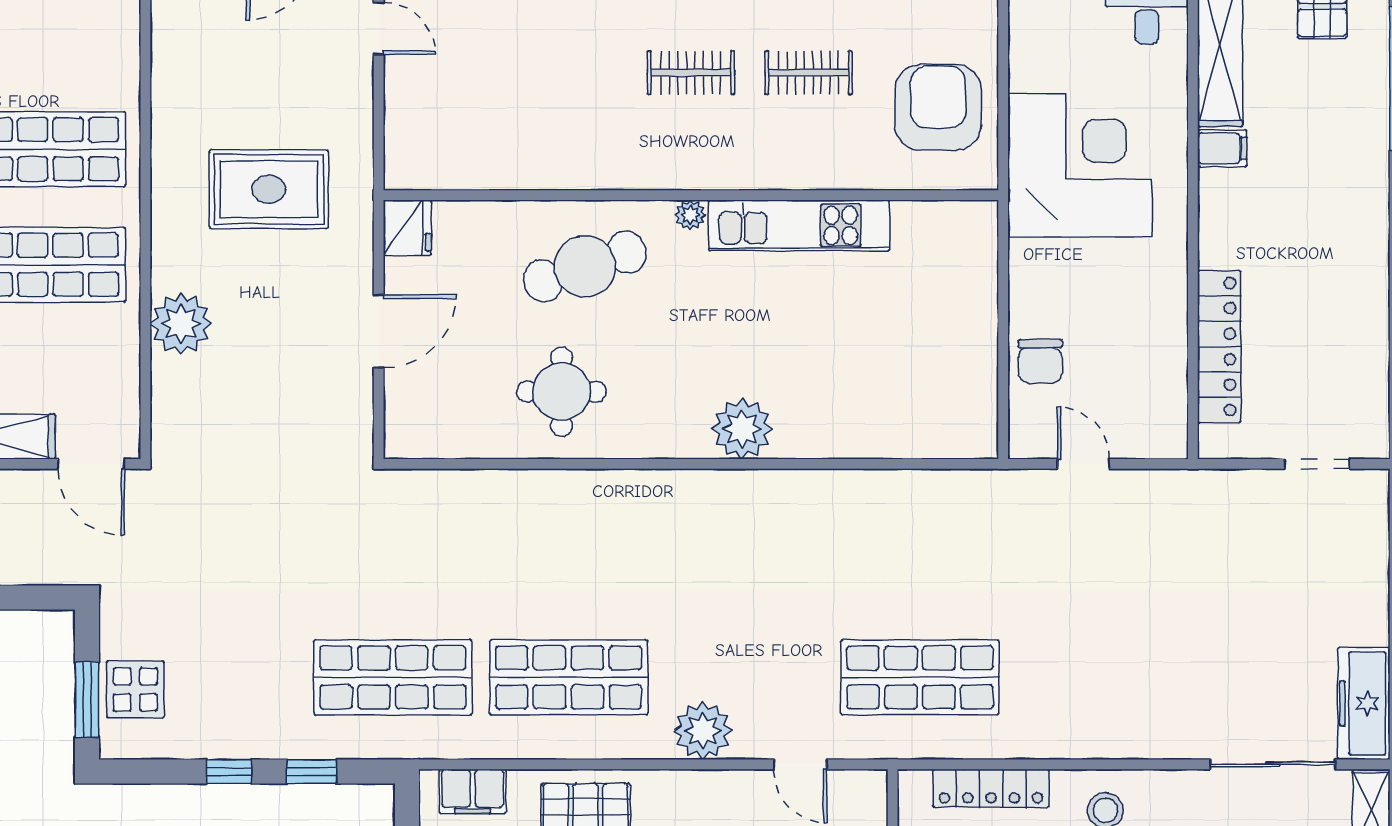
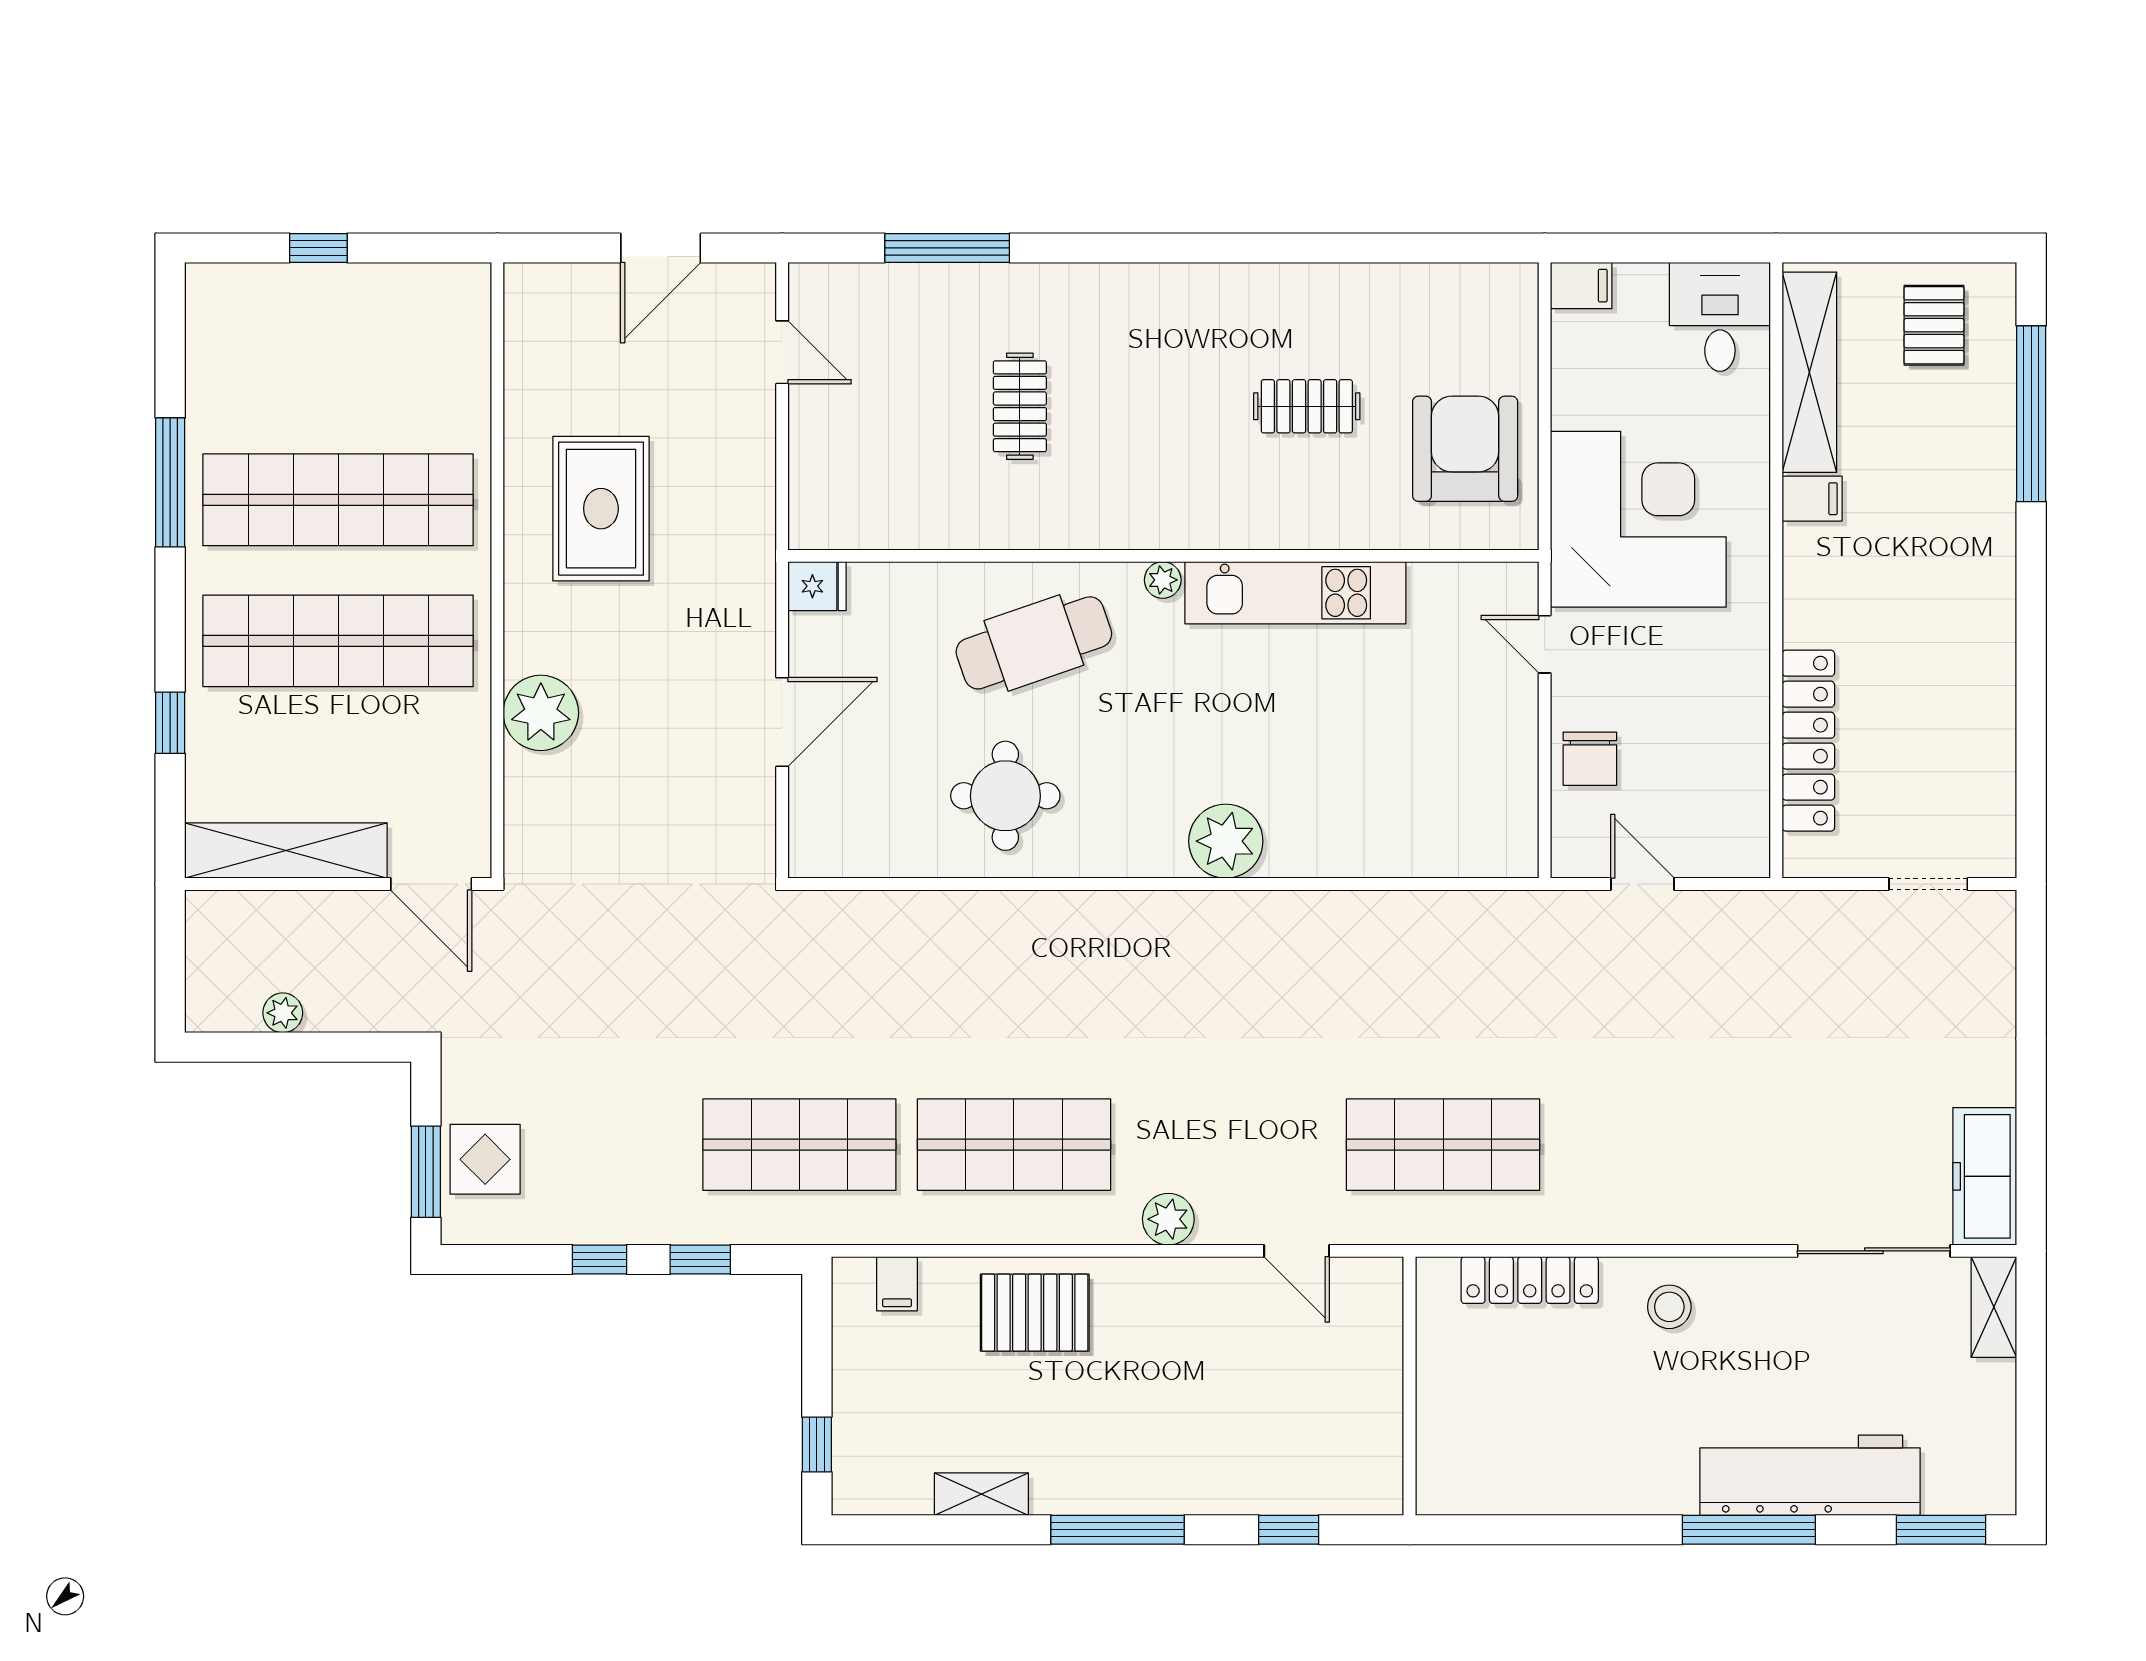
clothes rail: (691, 73) -> (1020, 406), moved, turned 90
rug: (269, 189) -> (601, 509), moved, turned 90
fridge: (407, 228) -> (817, 586), width x0.72
door: (1003, 267) -> (1545, 644), added
plant: (703, 731) -> (1168, 1219), width x0.73, depth x0.73
filing cabinet: (473, 791) -> (897, 1284), width x0.50

